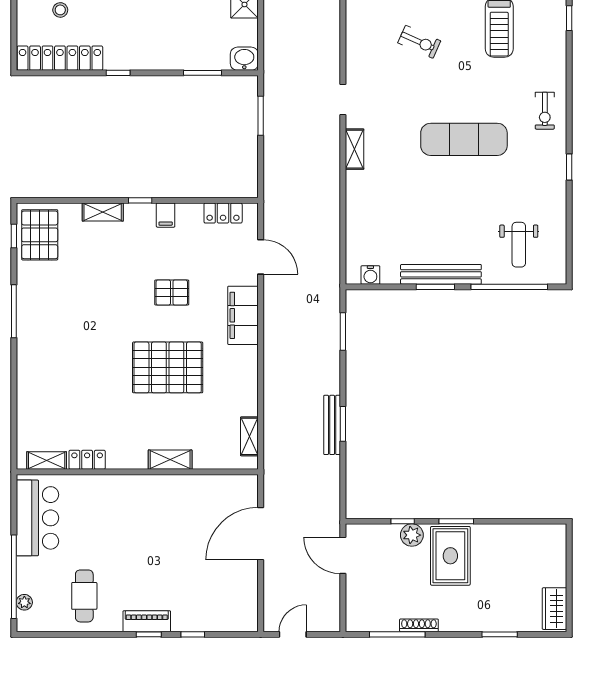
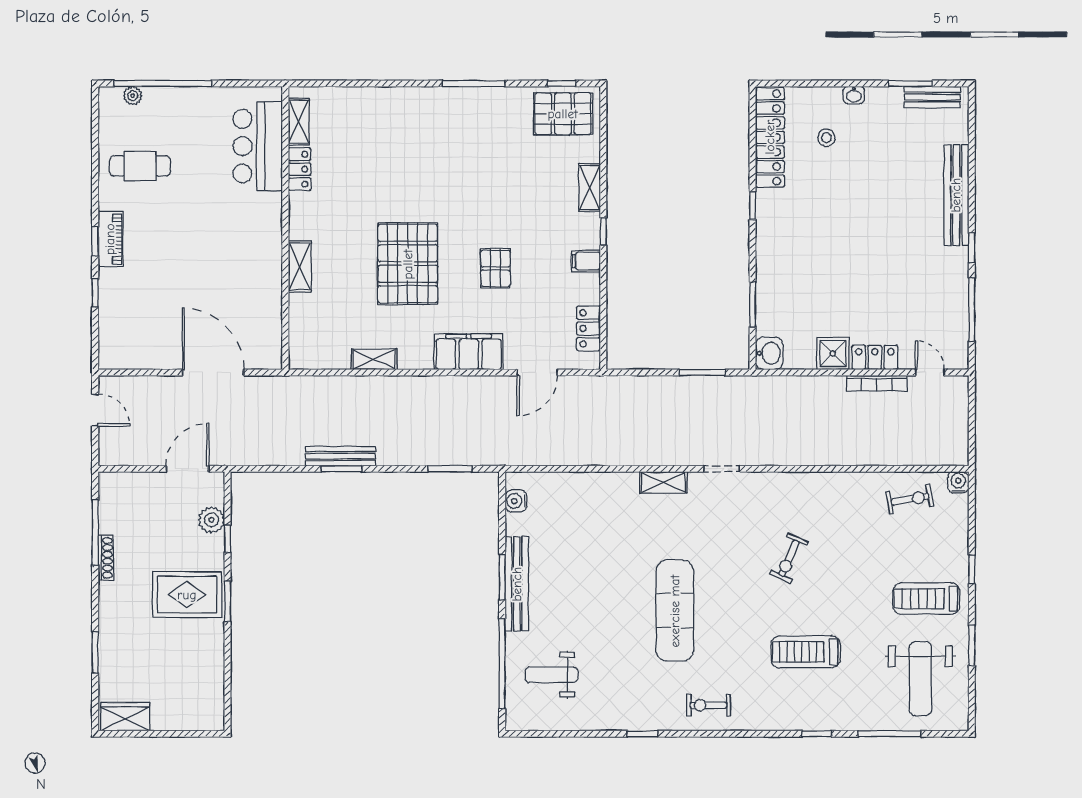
shelving: (249, 436) -> (374, 359), moved
bar counter: (37, 518) -> (258, 146), moved, turned 90
plant: (412, 535) -> (211, 520), moved

